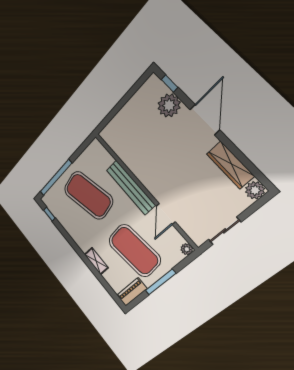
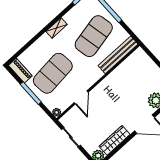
bench: (131, 187) -> (118, 55), moved
door: (166, 214) -> (81, 97), swing flipped
shelving: (96, 261) -> (57, 28), moved

